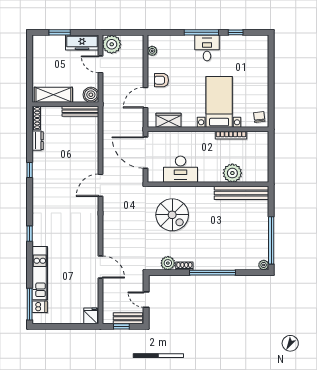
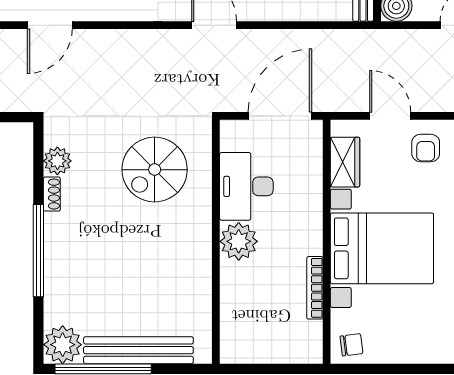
armchair: (161, 80) -> (426, 148), turned 180
bed with nightstands: (219, 102) -> (382, 248), width x1.36
plant: (232, 173) -> (239, 241), moved
bench: (241, 193) -> (138, 350), moved, turned 90
plant: (264, 265) -> (63, 345), width x1.88, depth x1.88

